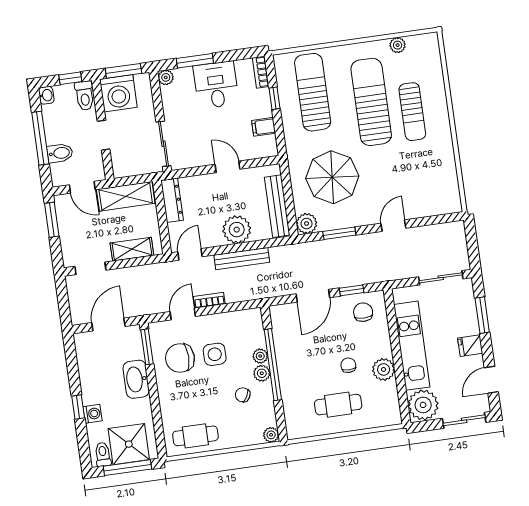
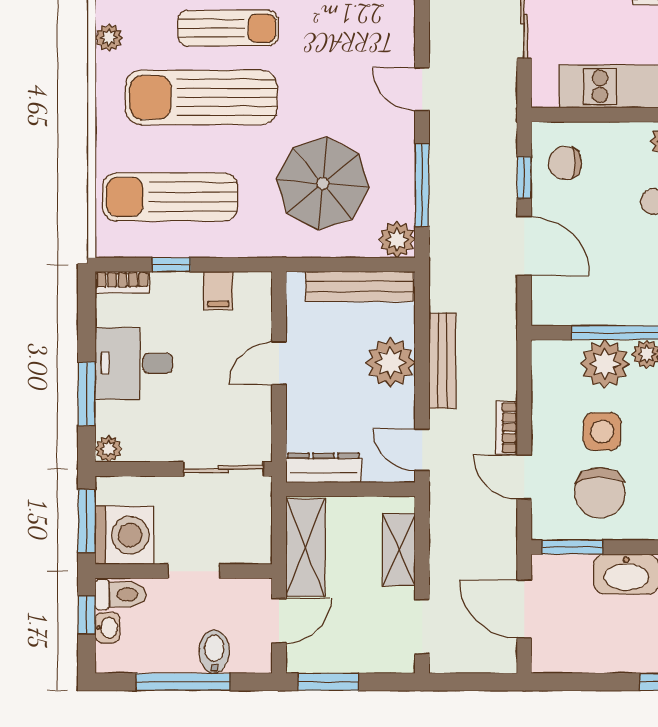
washbasin: (46, 95) -> (107, 628), moved, turned 90
window: (339, 233) -> (422, 185), width x1.44
plant: (260, 356) -> (605, 364), width x1.88, depth x1.88

